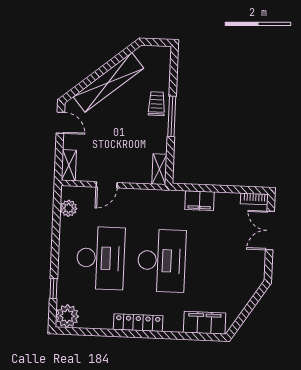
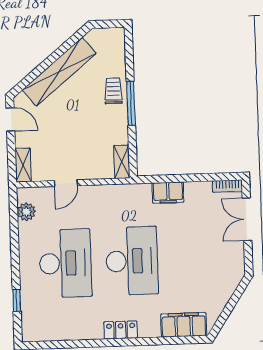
plant: (67, 316) -> (34, 329), removed
locker: (138, 323) -> (121, 330), width x0.66

